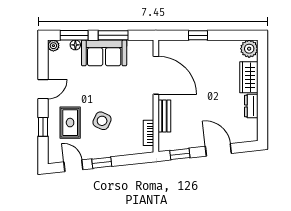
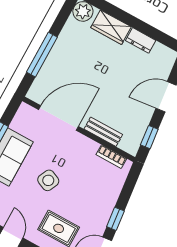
window: (198, 35) -> (42, 55), width x2.17
side table: (102, 121) -> (48, 180), moved

